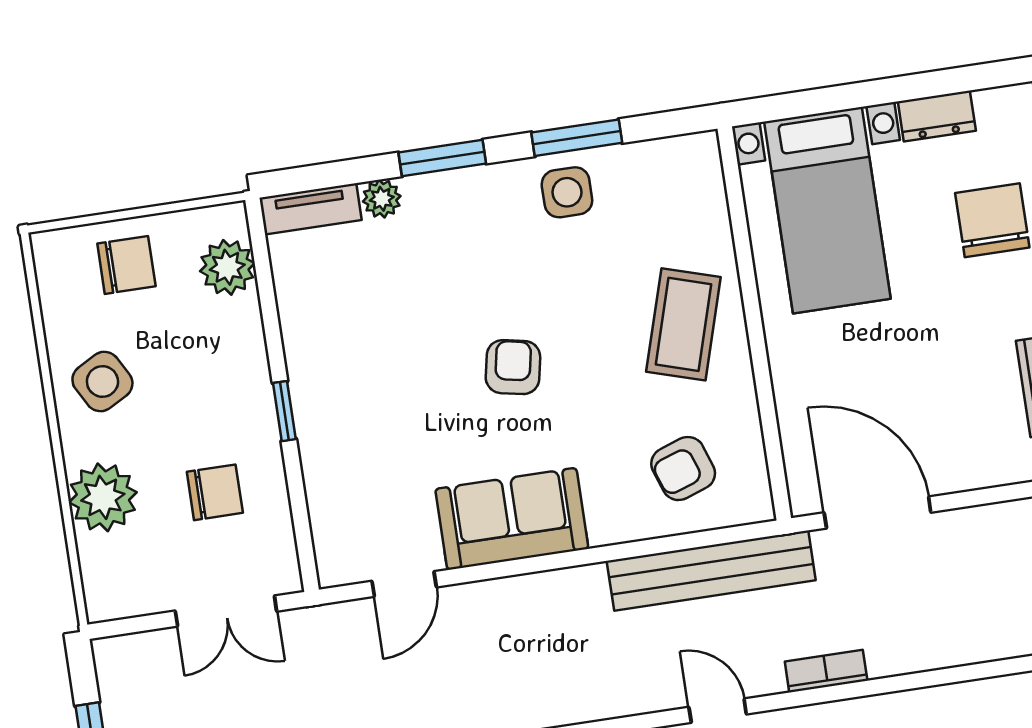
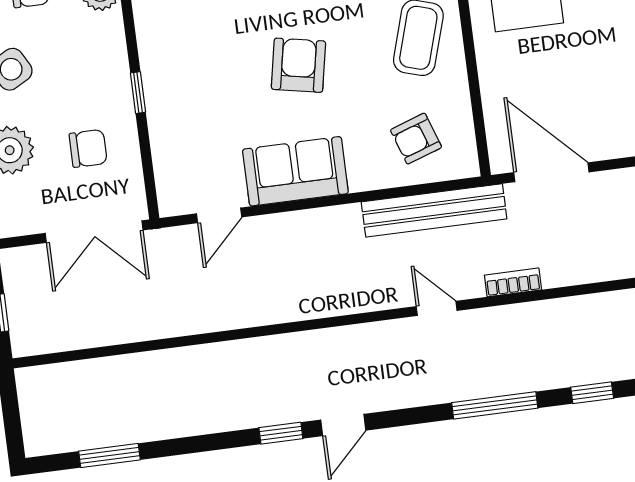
armchair: (513, 367) -> (298, 65), width x1.38, depth x1.38
double door: (226, 611) -> (94, 232), width x1.37

